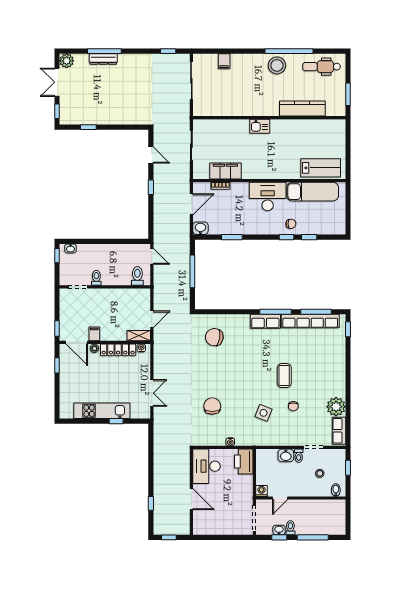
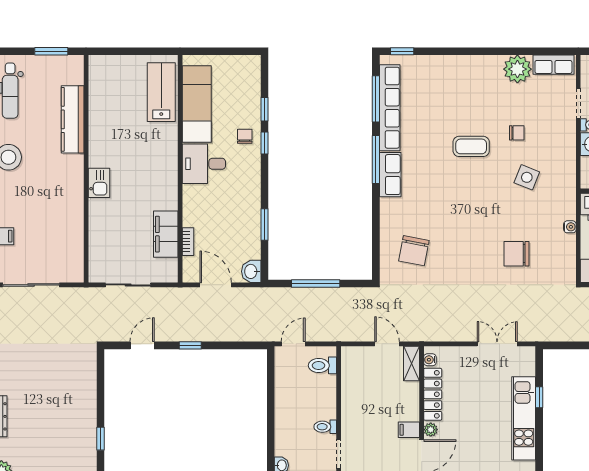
desk: (268, 196) -> (204, 164), width x0.73

